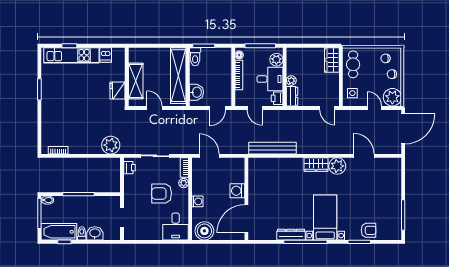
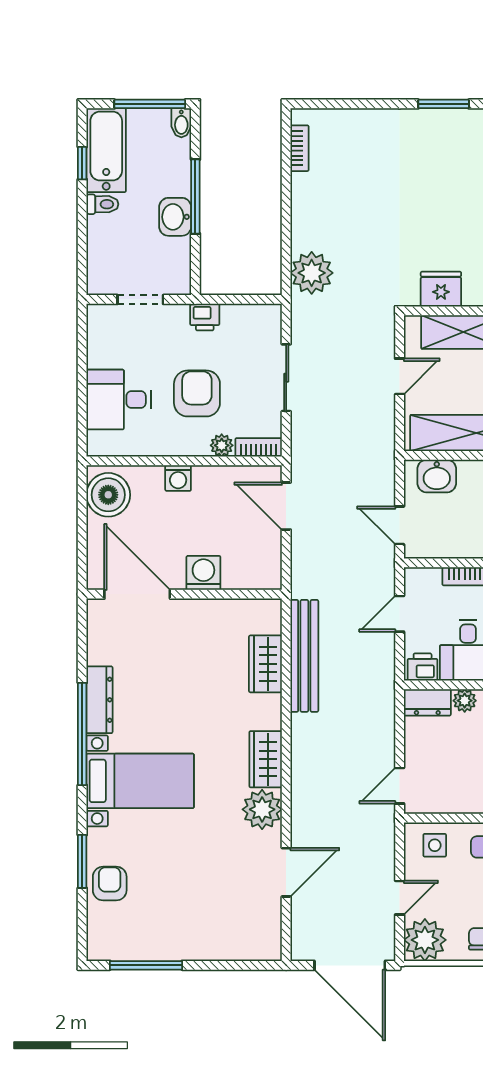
door: (209, 156) -> (286, 506), swing flipped
wardrobe: (276, 165) -> (265, 664), added
printer: (129, 168) -> (205, 317), moved
desk: (176, 227) -> (119, 400), moved
armchair: (369, 230) -> (110, 884), turned 180
washbasin: (95, 233) -> (175, 217), moved, turned 180

